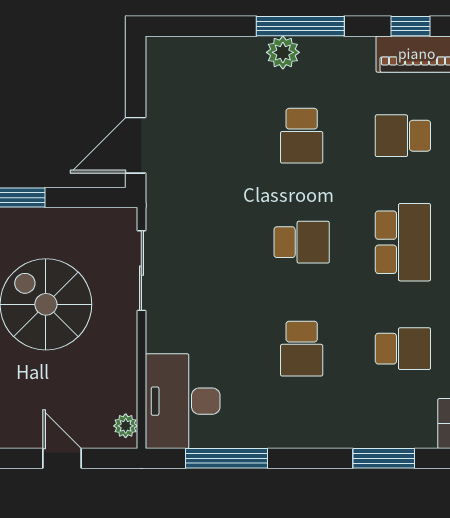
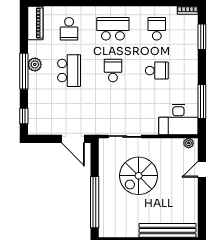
window: (411, 26) -> (24, 116), moved
plant: (283, 52) -> (35, 64), moved
school desk: (302, 136) -> (69, 71), width x1.85

